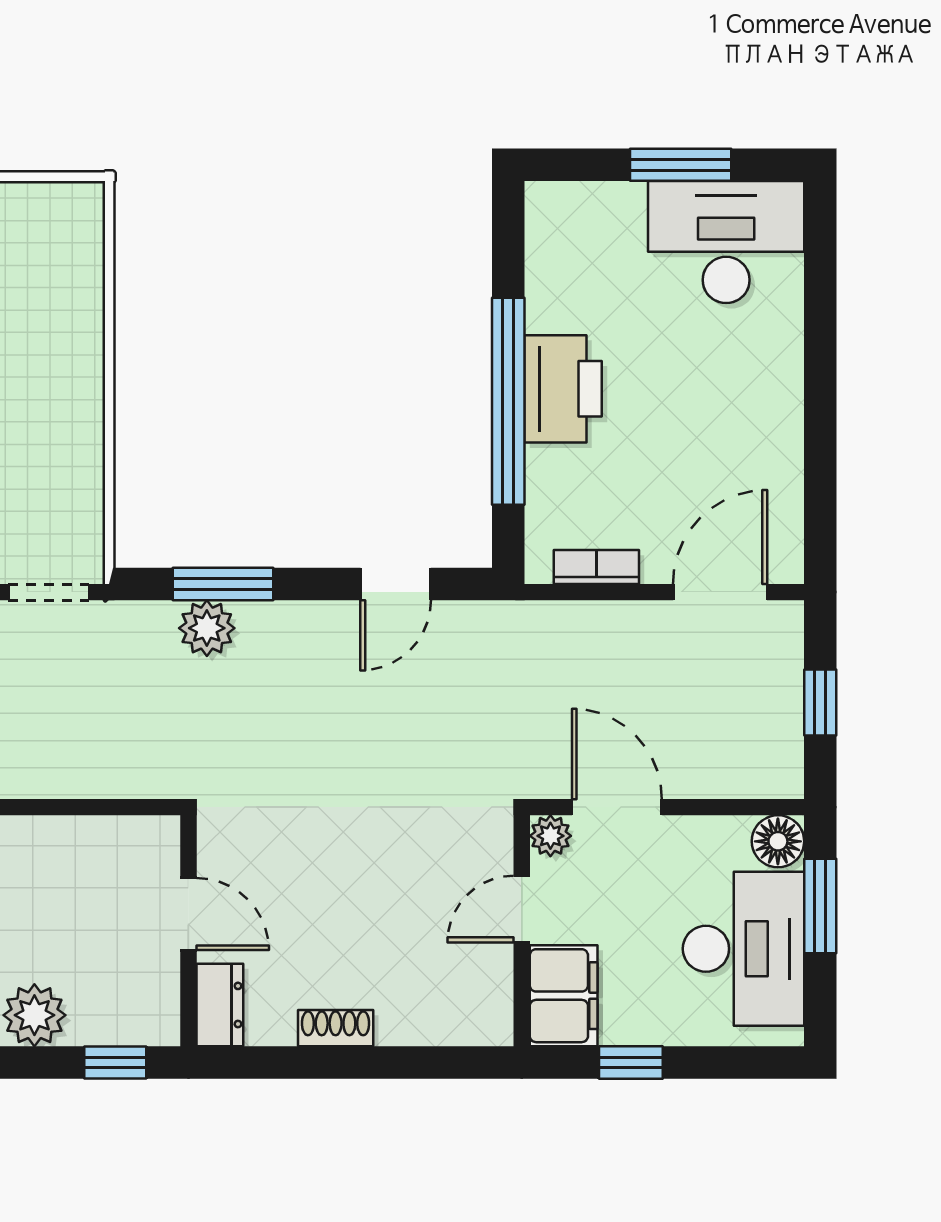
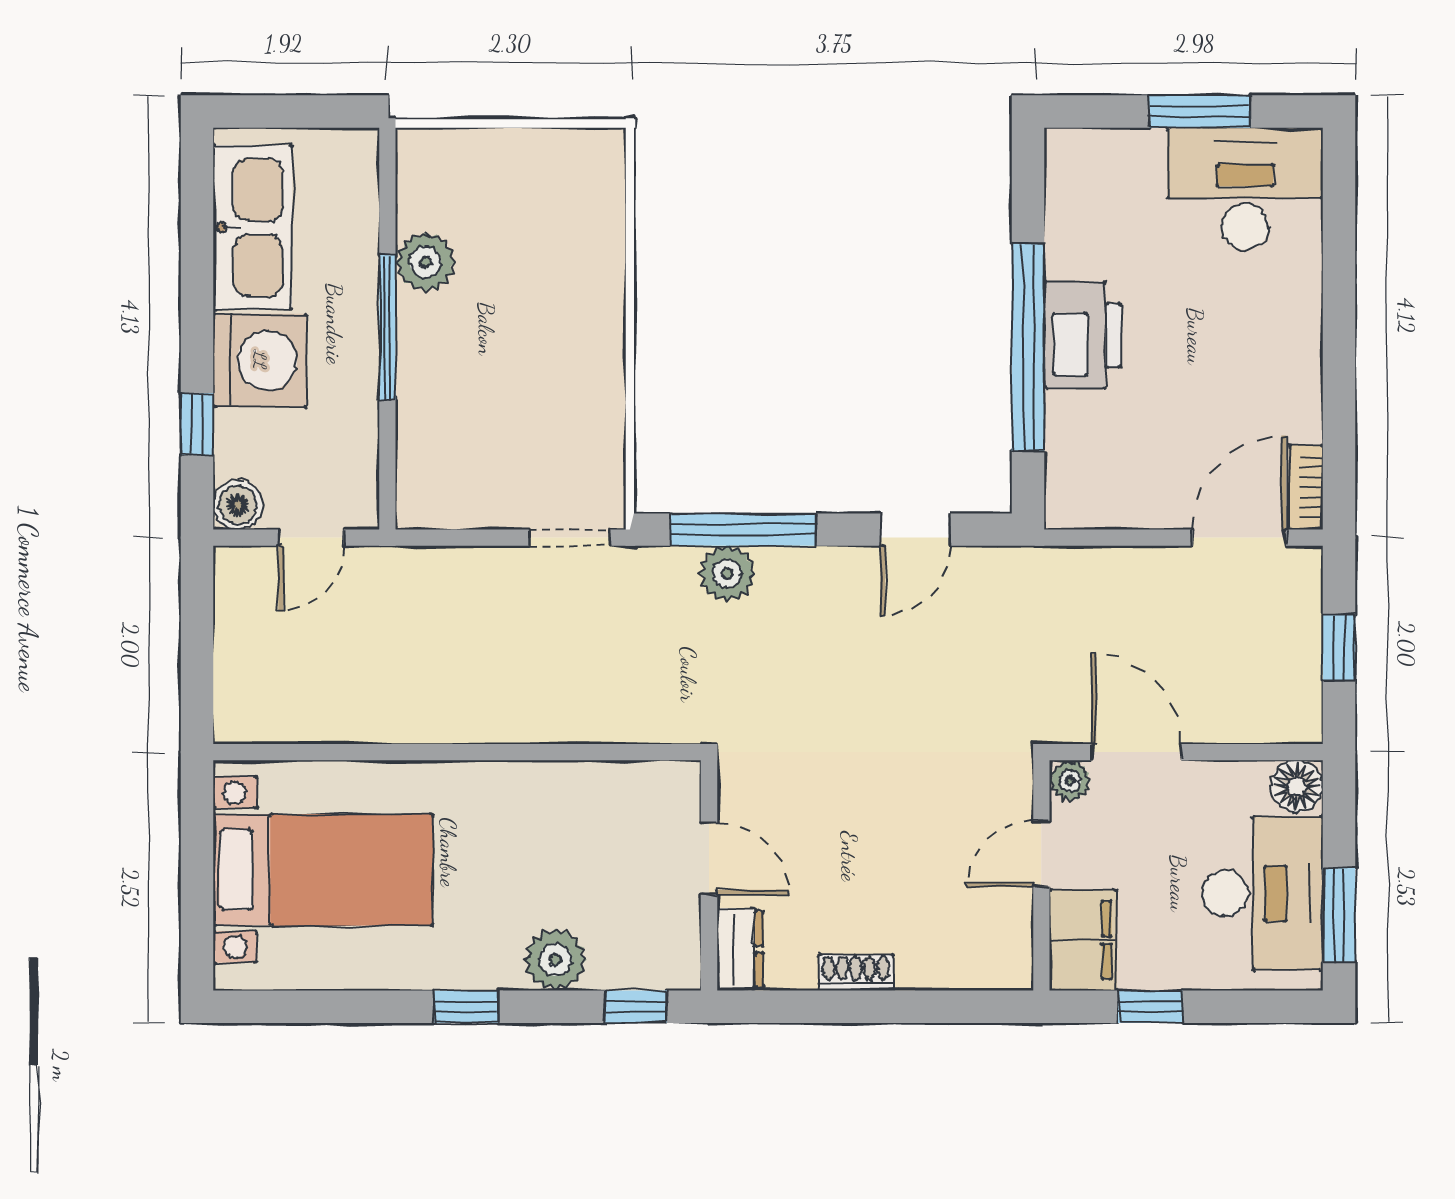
bookcase: (596, 567) -> (1306, 487), moved, turned -90
window: (223, 584) -> (743, 530), width x1.44
window: (820, 906) -> (1339, 915), moved

